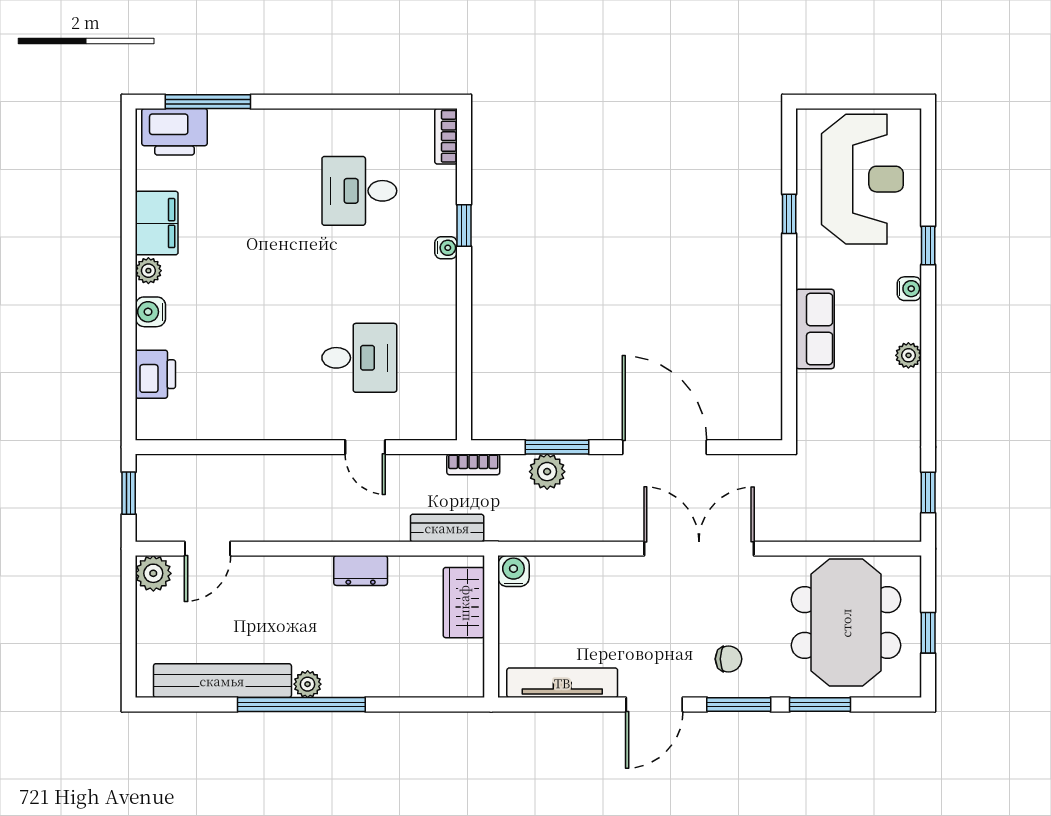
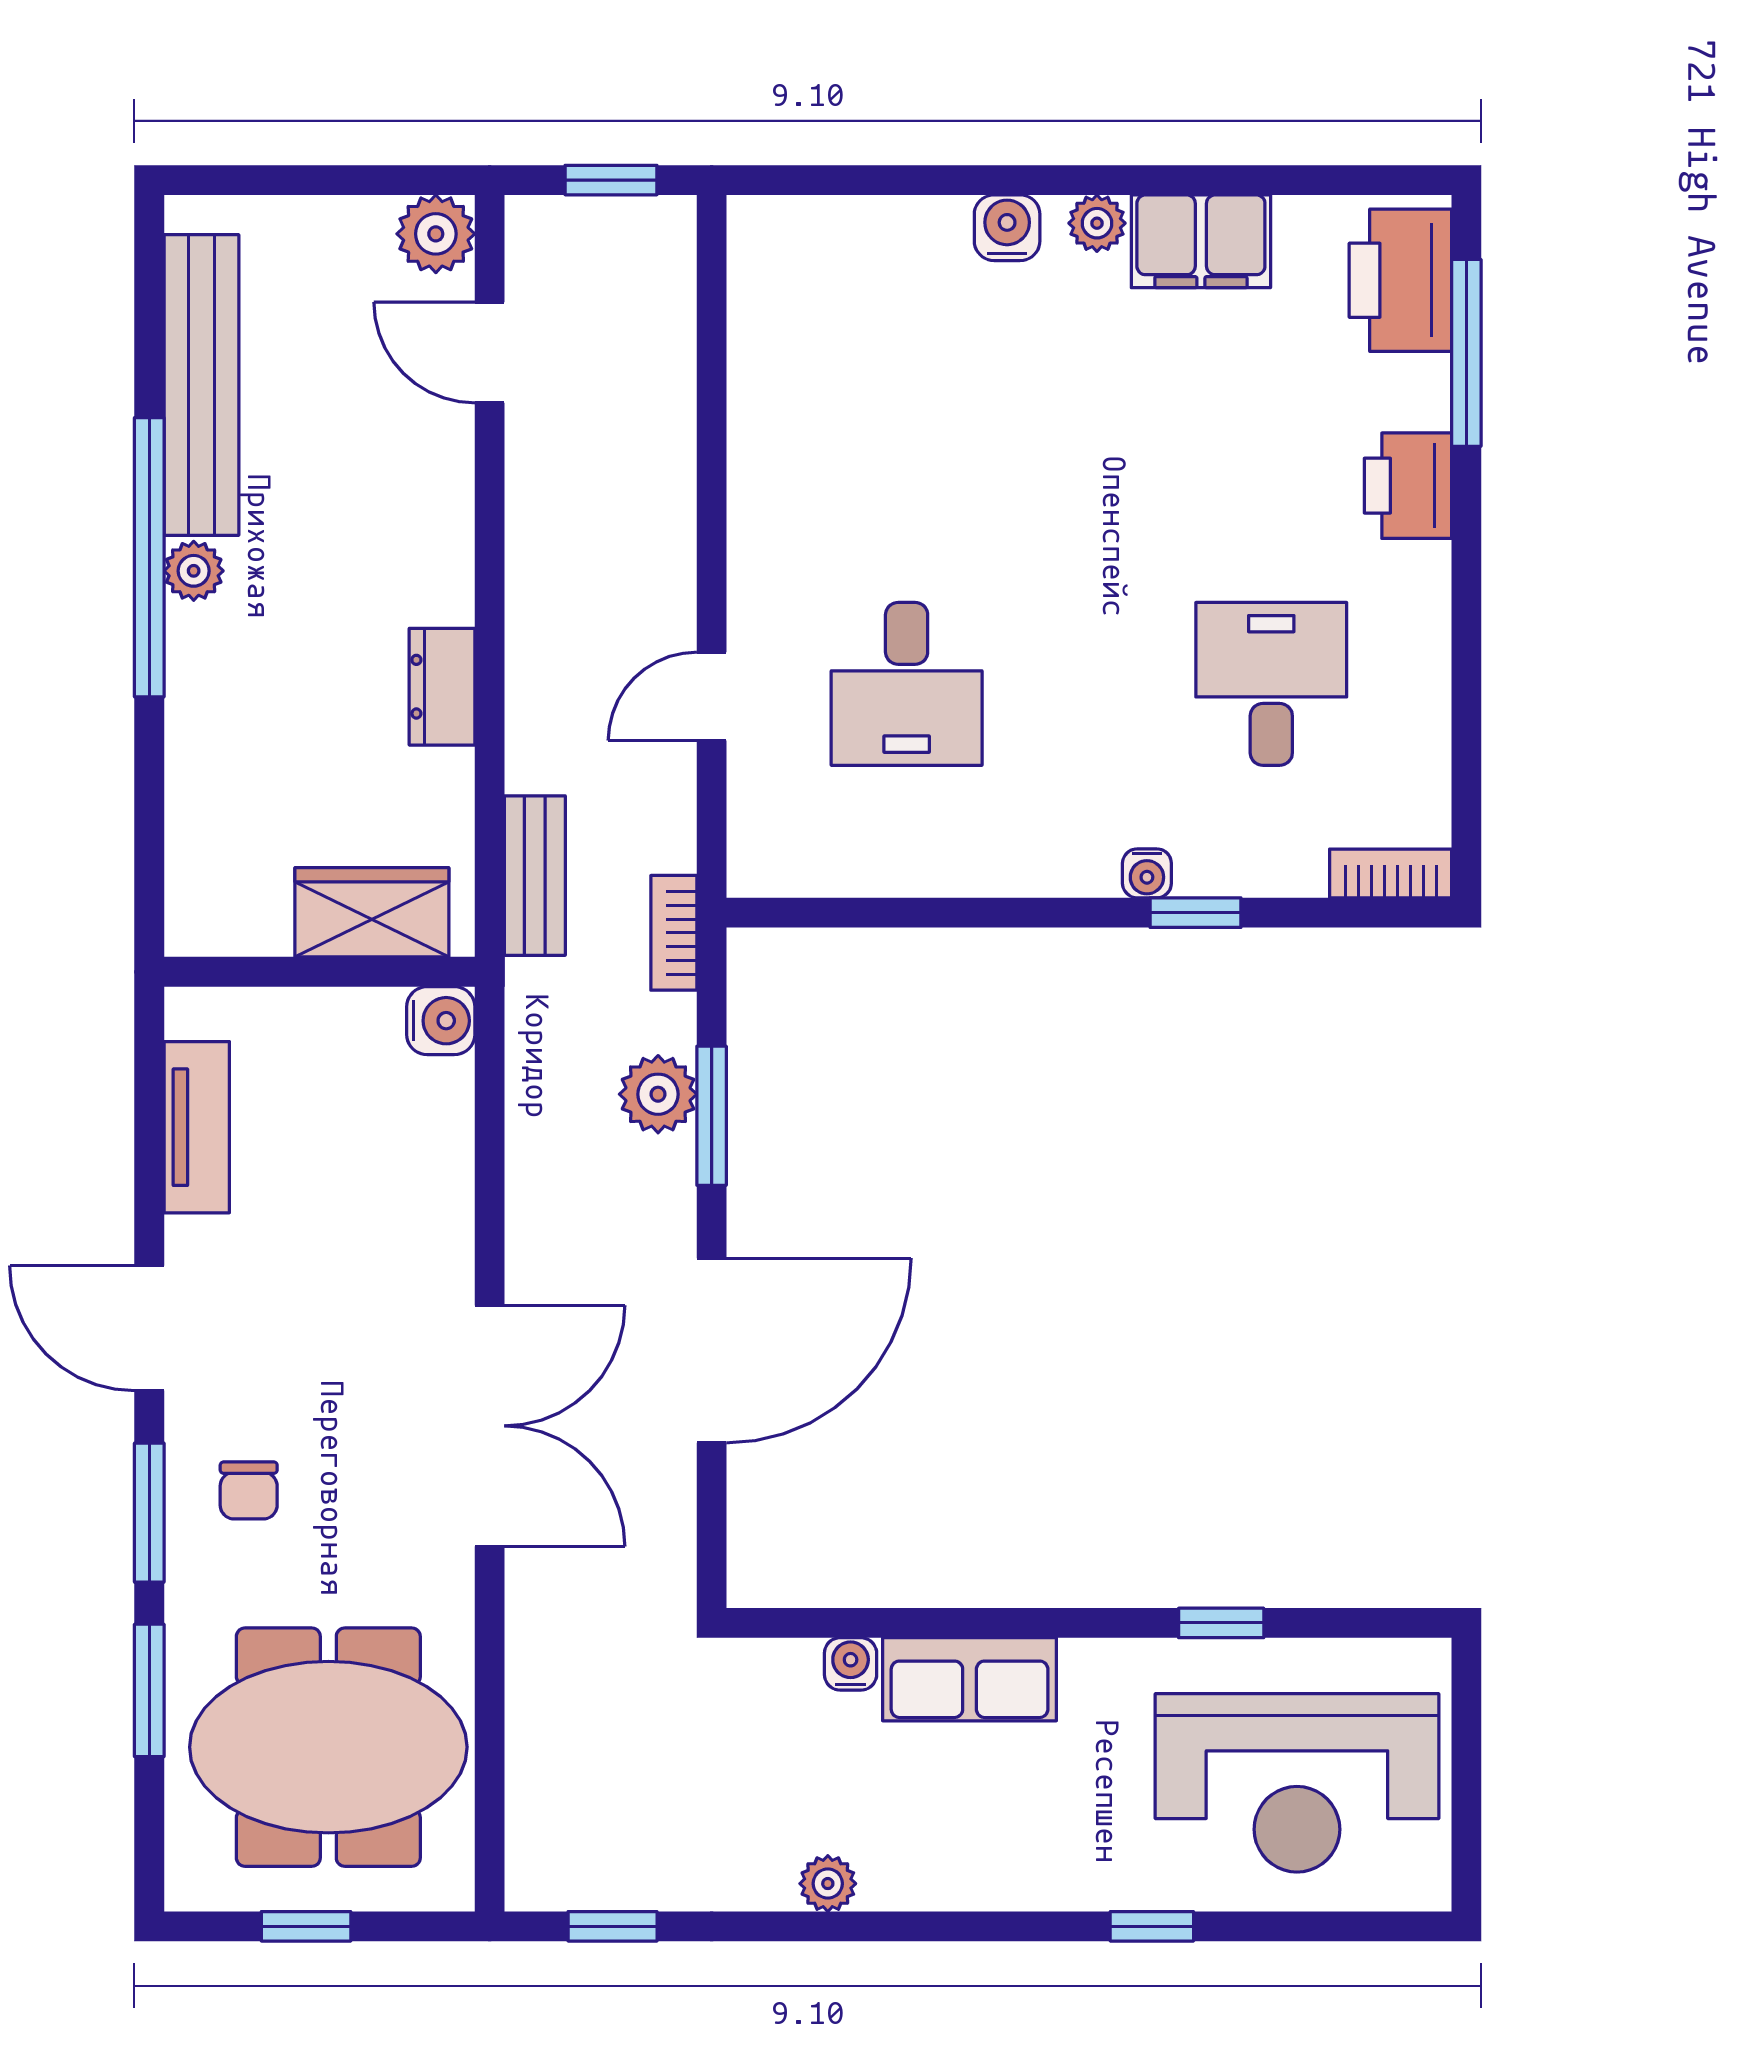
water cooler: (909, 289) -> (851, 1664), moved, turned 180
plant: (908, 355) -> (828, 1884), moved
printer: (155, 374) -> (1408, 486), moved, turned 90
tv unit: (562, 683) -> (197, 1127), width x0.71

